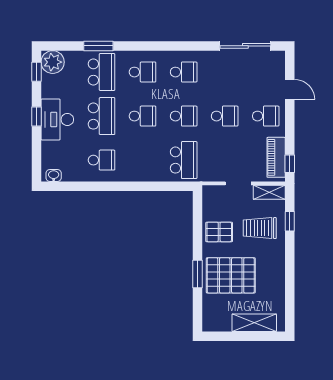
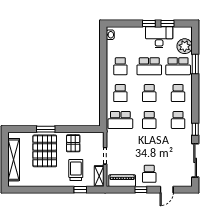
window: (198, 46) -> (195, 129), added
plant: (53, 62) -> (185, 46), moved
window: (36, 72) -> (168, 24), moved
school desk: (225, 116) -> (120, 93), moved
desk: (57, 119) -> (159, 37), moved
window: (290, 164) -> (141, 190), moved
shelving: (254, 323) -> (14, 160), width x1.47

